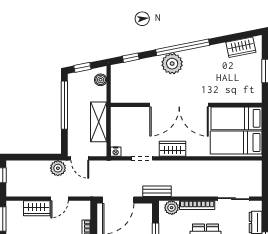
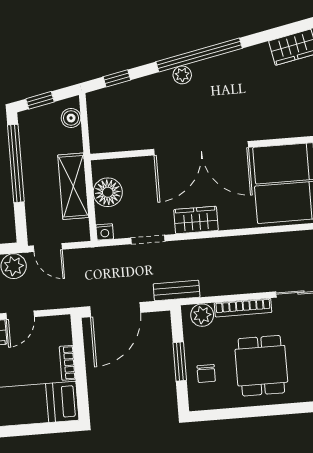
plant: (172, 64) -> (182, 75), width x0.53, depth x0.53
floor lamp: (120, 127) -> (108, 192), added

